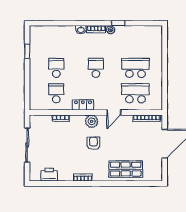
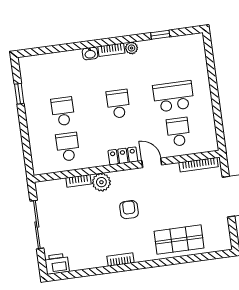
window: (118, 23) -> (160, 35), moved
school desk: (135, 93) -> (178, 132), width x0.54
locker: (83, 105) -> (123, 156), moved
door: (114, 113) -> (152, 163), swing flipped
plant: (92, 121) -> (101, 182), moved
printer: (49, 175) -> (57, 264), moved

